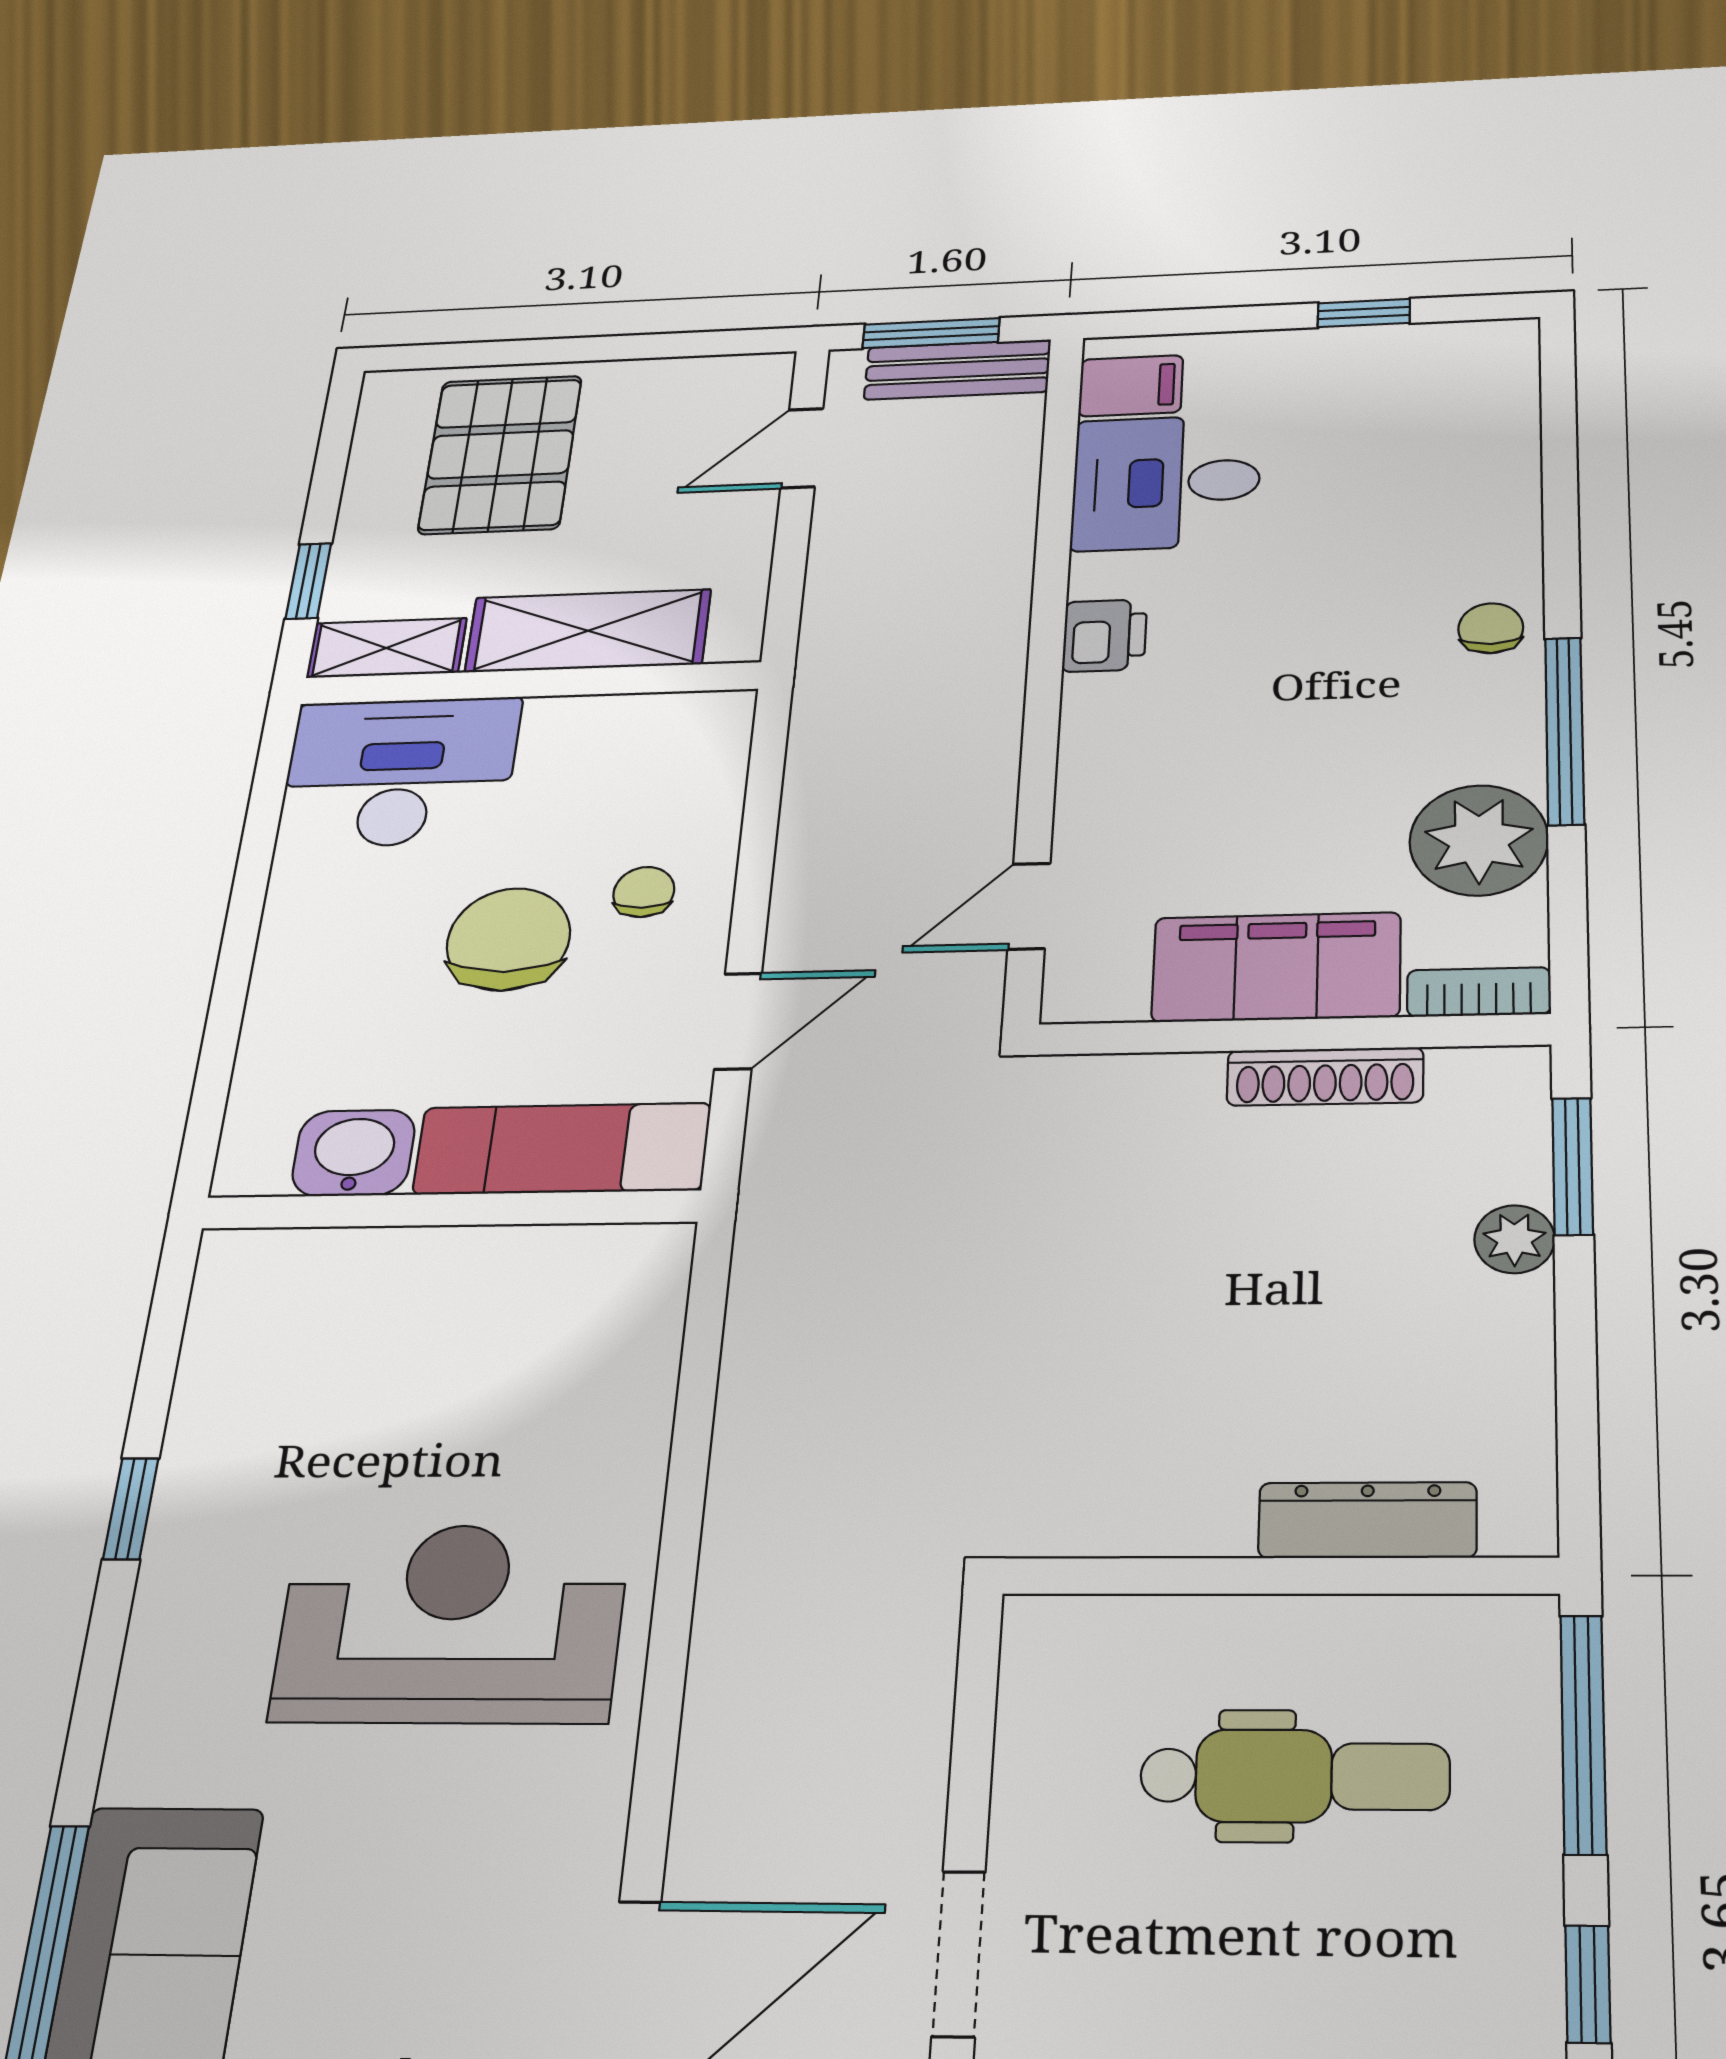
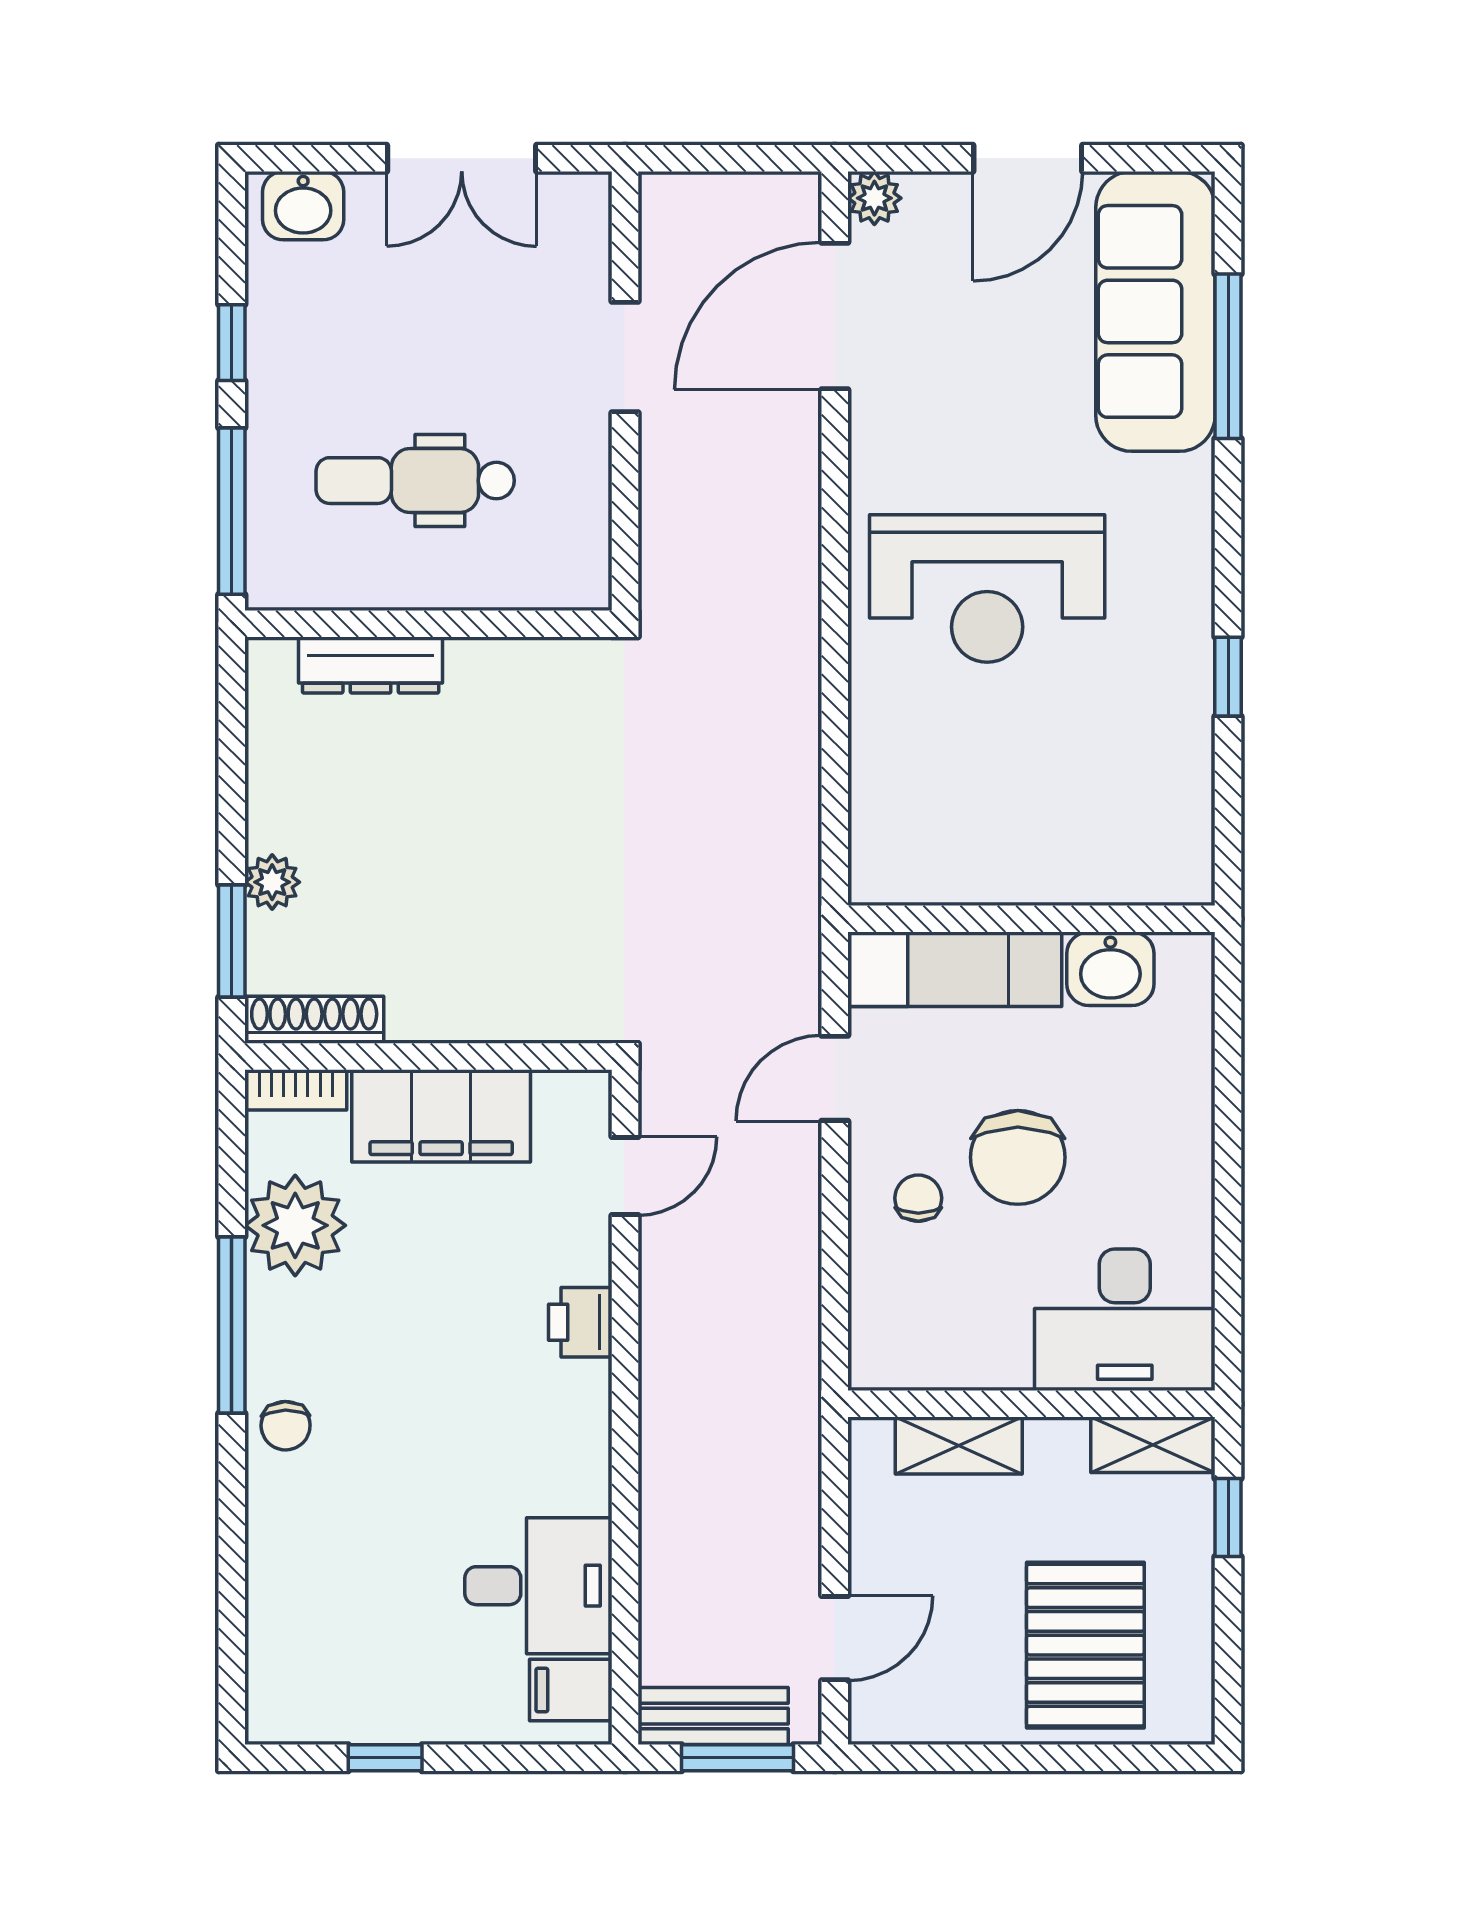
shelving: (588, 631) -> (959, 1446), width x0.67, depth x0.75
printer: (1105, 636) -> (580, 1322), moved
chair: (644, 892) -> (918, 1198), turned 180
shoe rack: (1325, 1076) -> (314, 1020), moved

